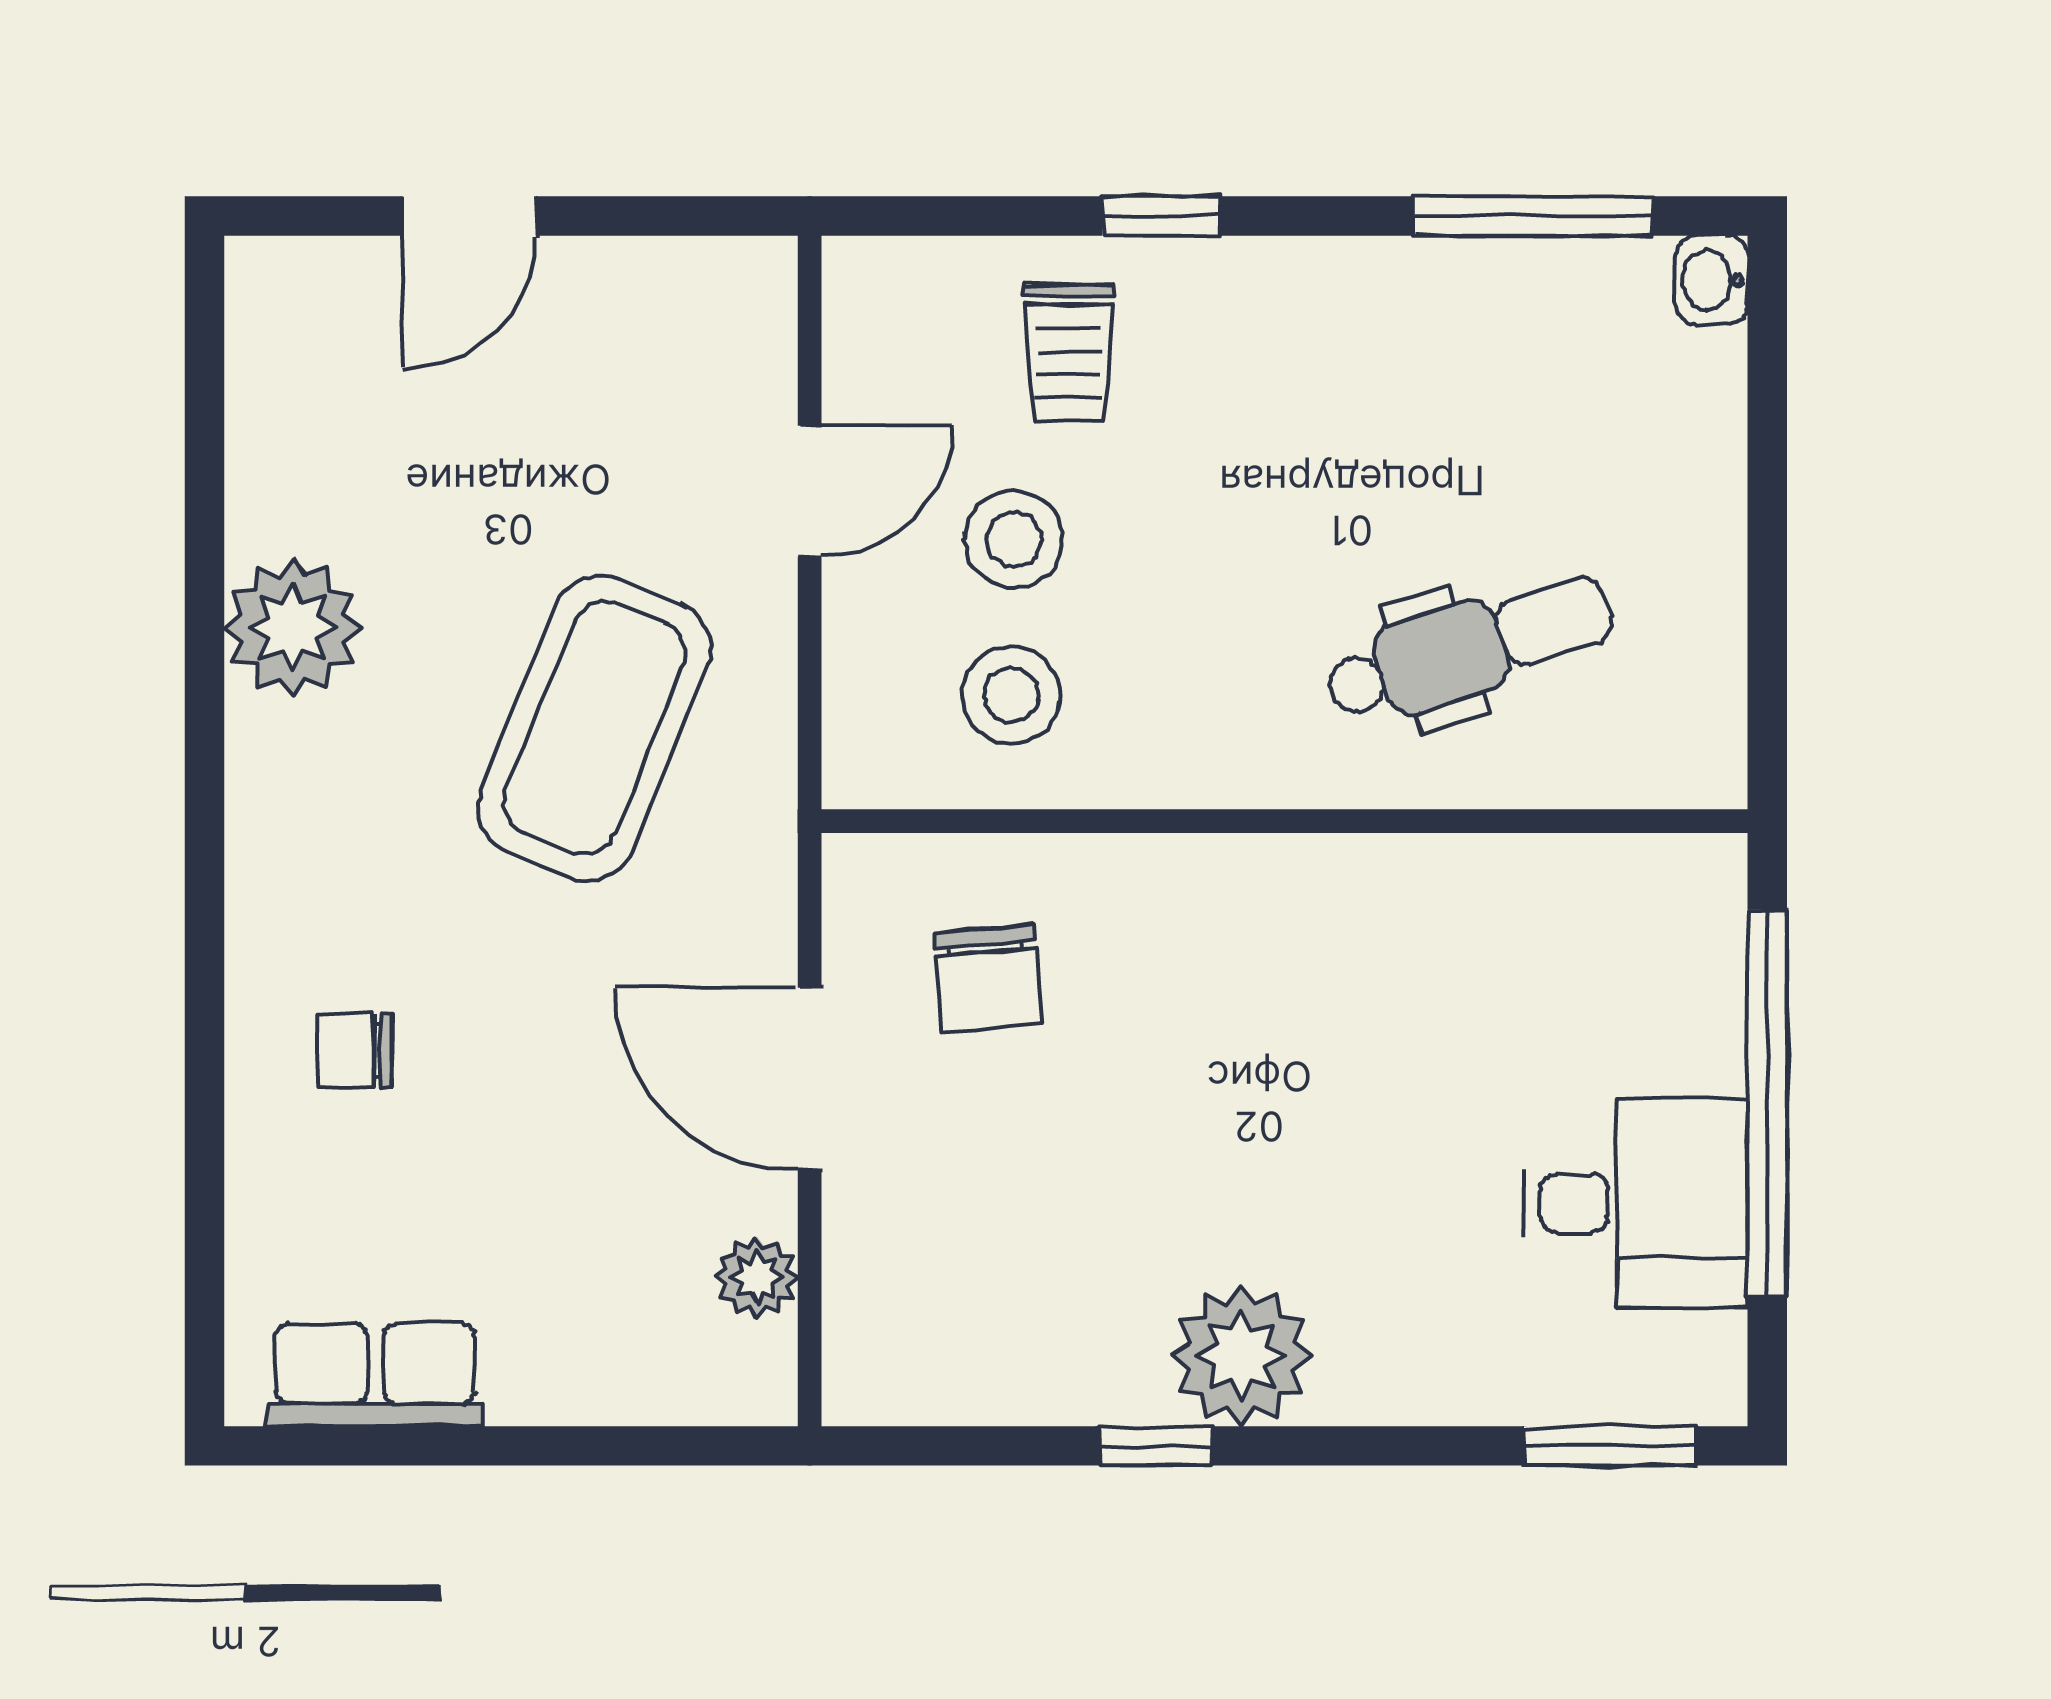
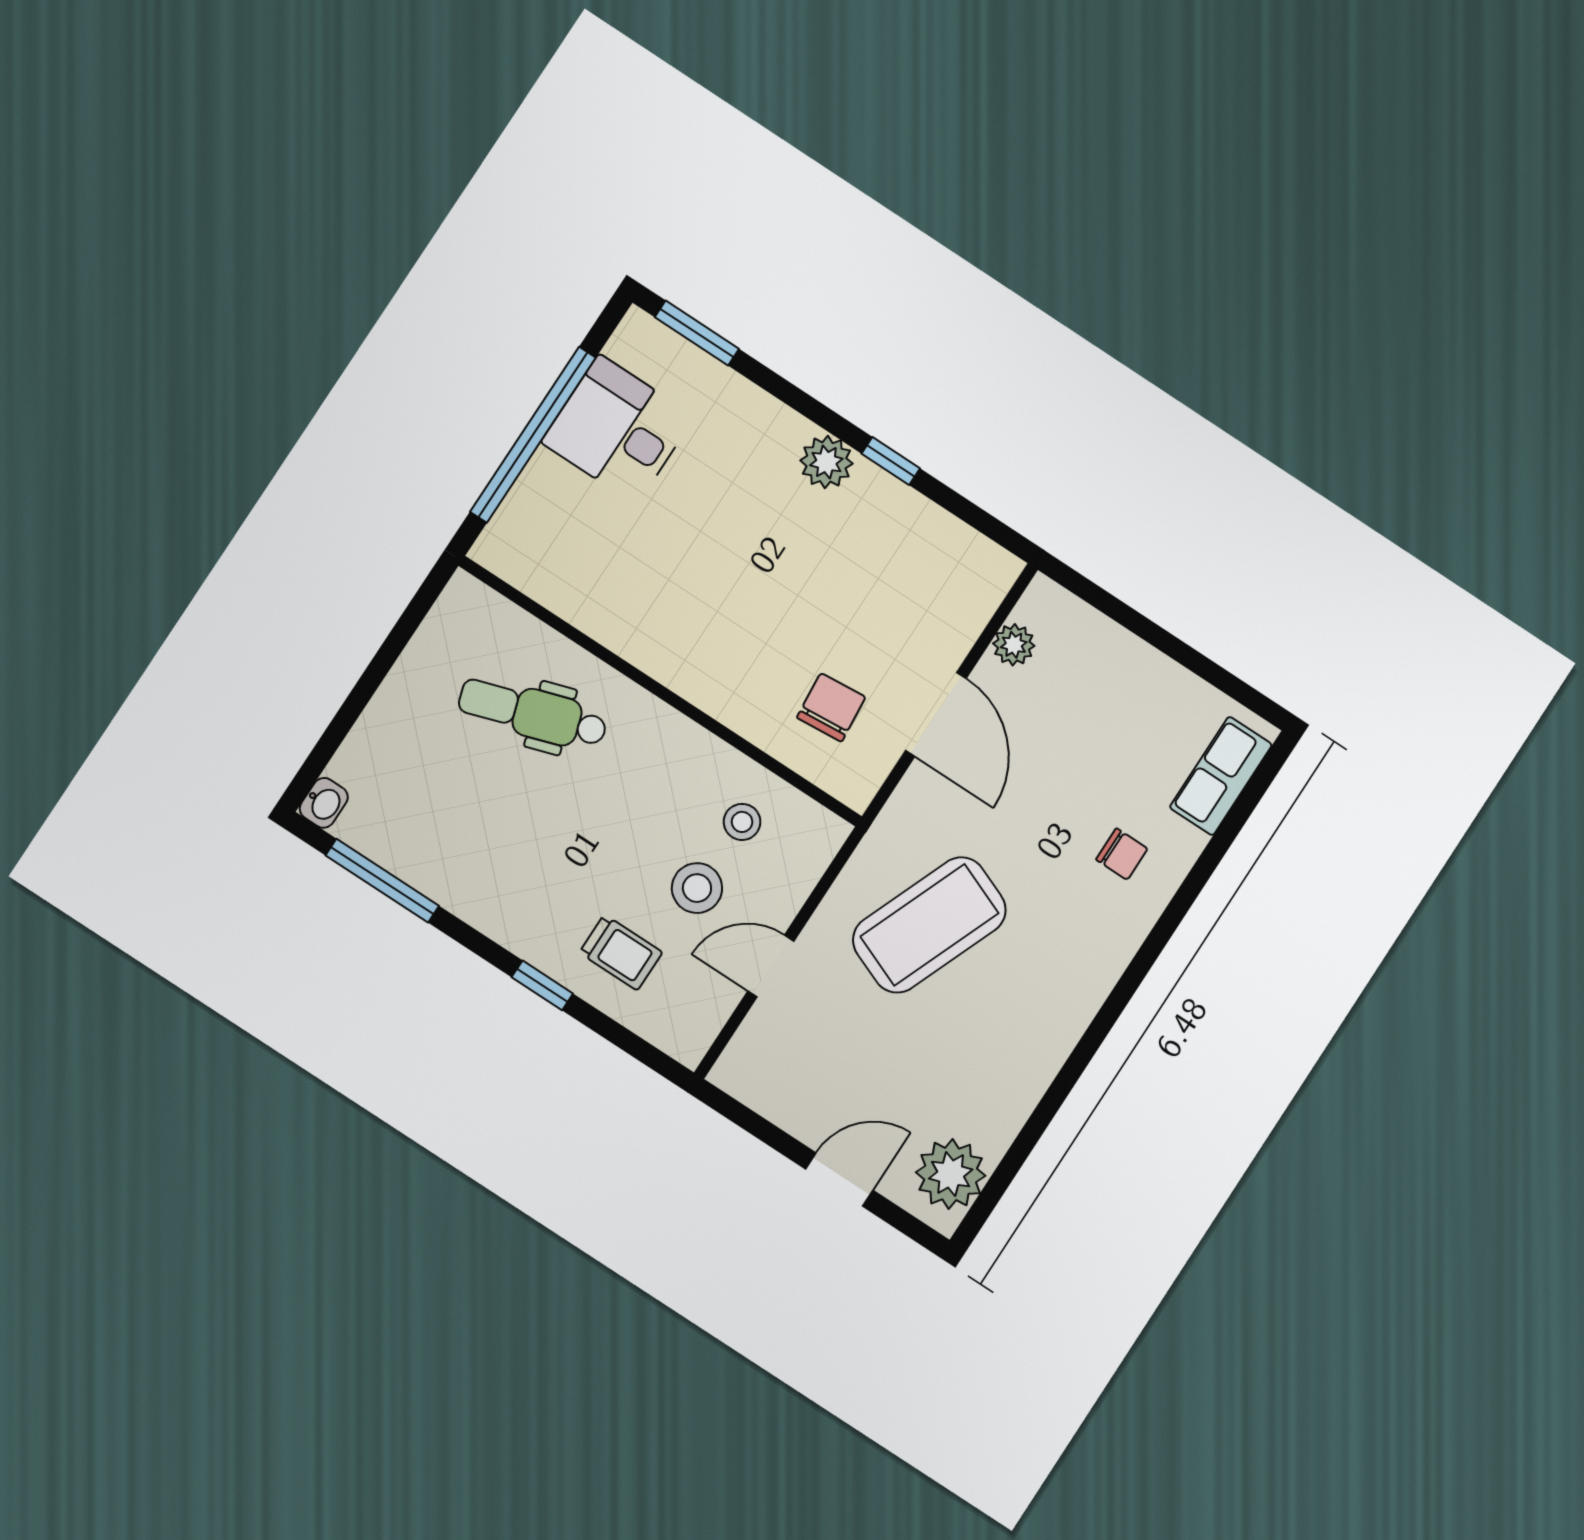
trolley: (1069, 353) -> (621, 952), turned 90
plant: (293, 628) -> (951, 1174), moved
stool: (1011, 695) -> (742, 822), width x0.73, depth x0.73
plant: (1241, 1356) -> (826, 462), width x0.73, depth x0.73
row of seats: (375, 1375) -> (1221, 776), moved, turned 90

